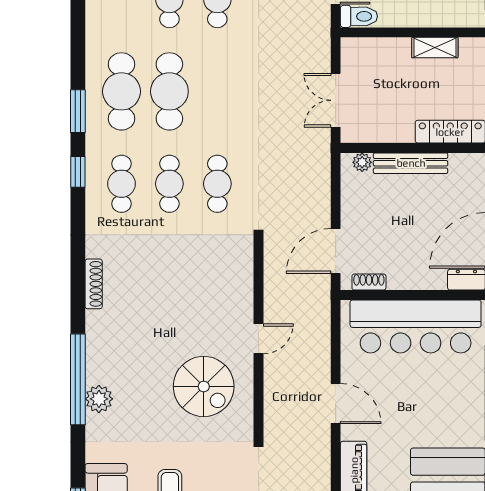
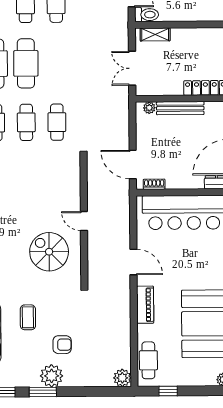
shelving: (435, 48) -> (155, 34), moved
door: (336, 251) -> (133, 165), hinge flipped
door: (259, 339) -> (84, 221), swing flipped
spiral stairs: (204, 386) -> (49, 252), turned 180

